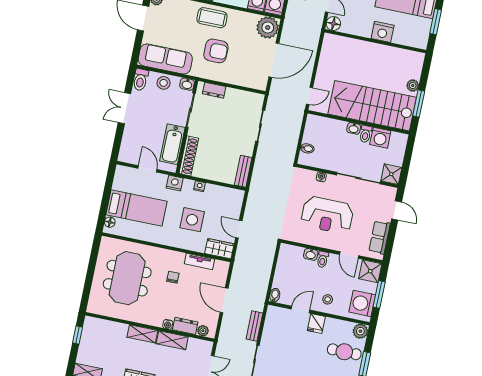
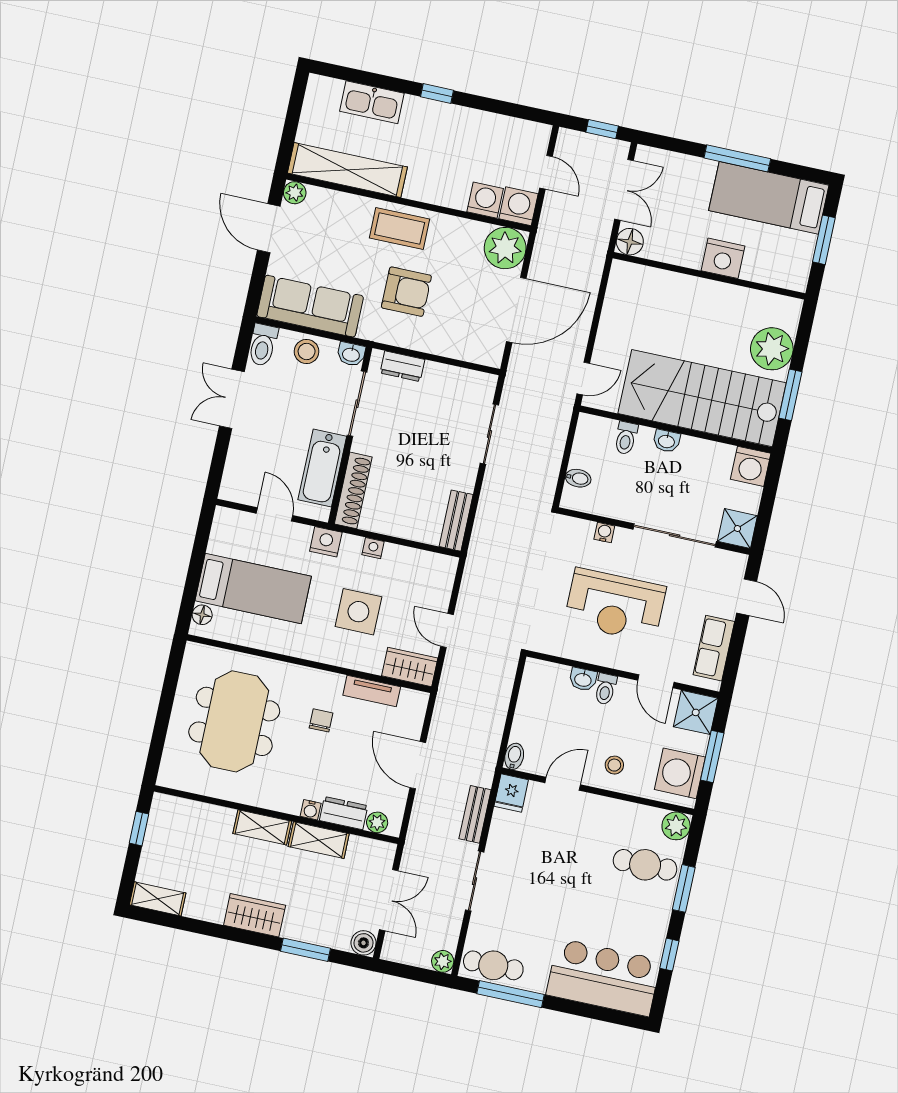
plant: (413, 85) -> (772, 349), width x1.88, depth x1.88
toilet: (366, 134) -> (626, 438), moved
washing machine: (380, 138) -> (751, 466), moved
fridge: (316, 323) -> (511, 793), moved

